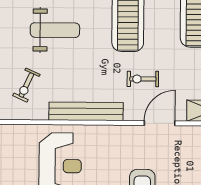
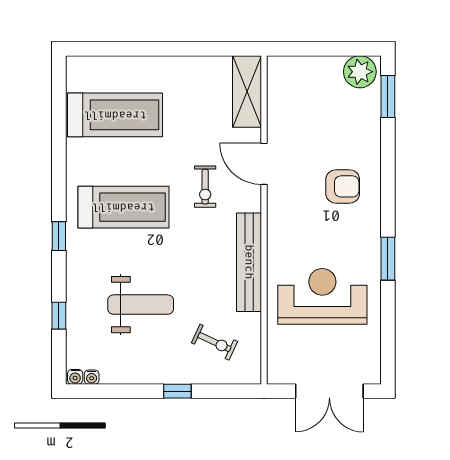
weight bench: (55, 30) -> (141, 305), turned 90

